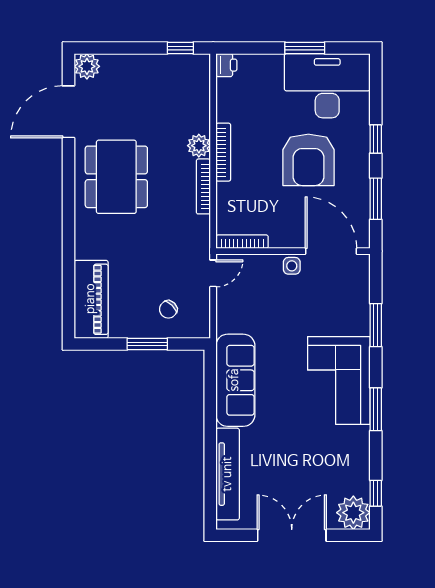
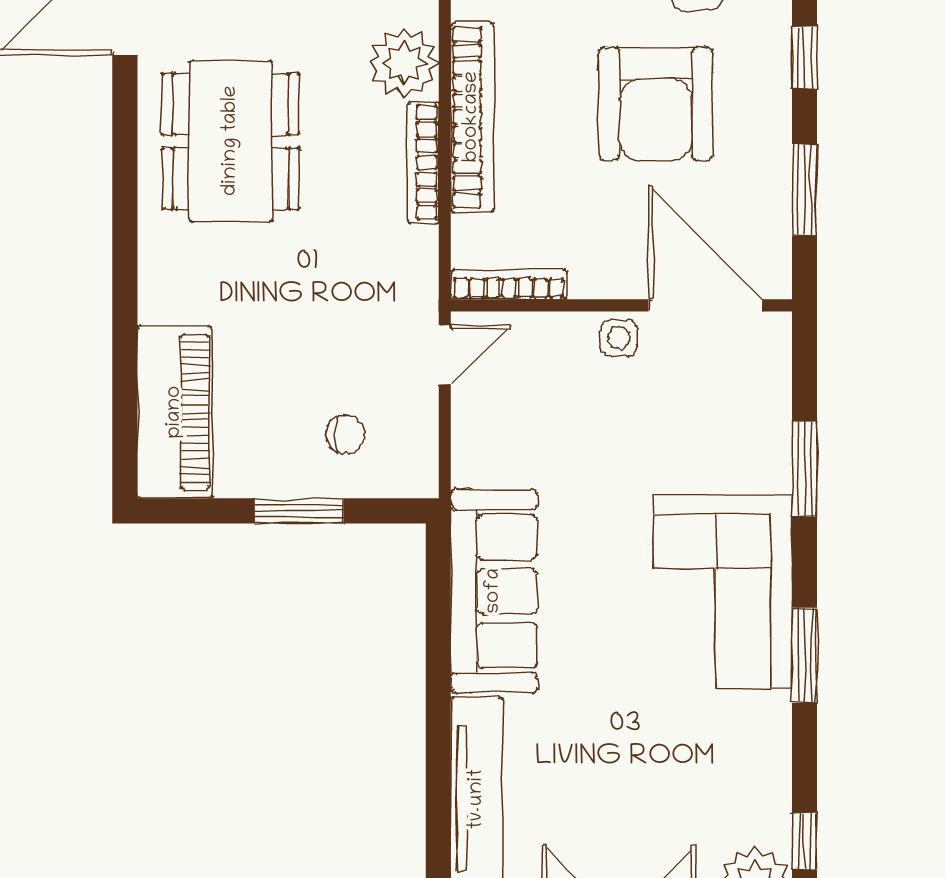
plant: (199, 146) -> (404, 63), width x1.36, depth x1.36
bookcase: (223, 152) -> (472, 117), width x1.48, depth x1.31
chair: (168, 309) -> (346, 434), turned -134

